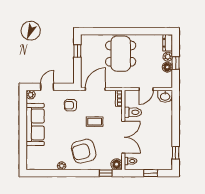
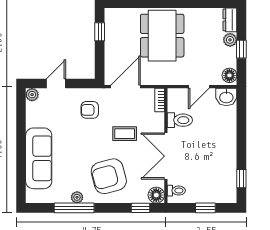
floor lamp: (167, 67) -> (229, 75), moved
sofa: (35, 124) -> (39, 158), moved
double door: (123, 137) -> (166, 156), swing flipped
window: (60, 173) -> (74, 208), added

